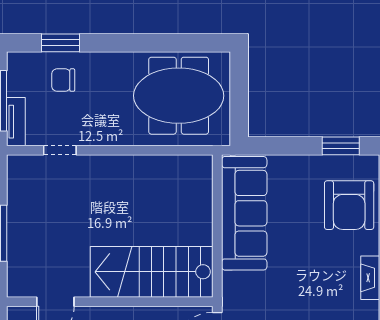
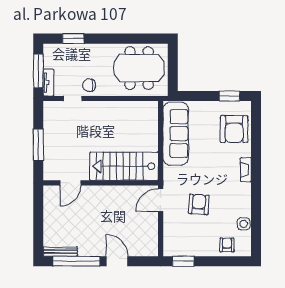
chair: (63, 80) -> (89, 85), moved

